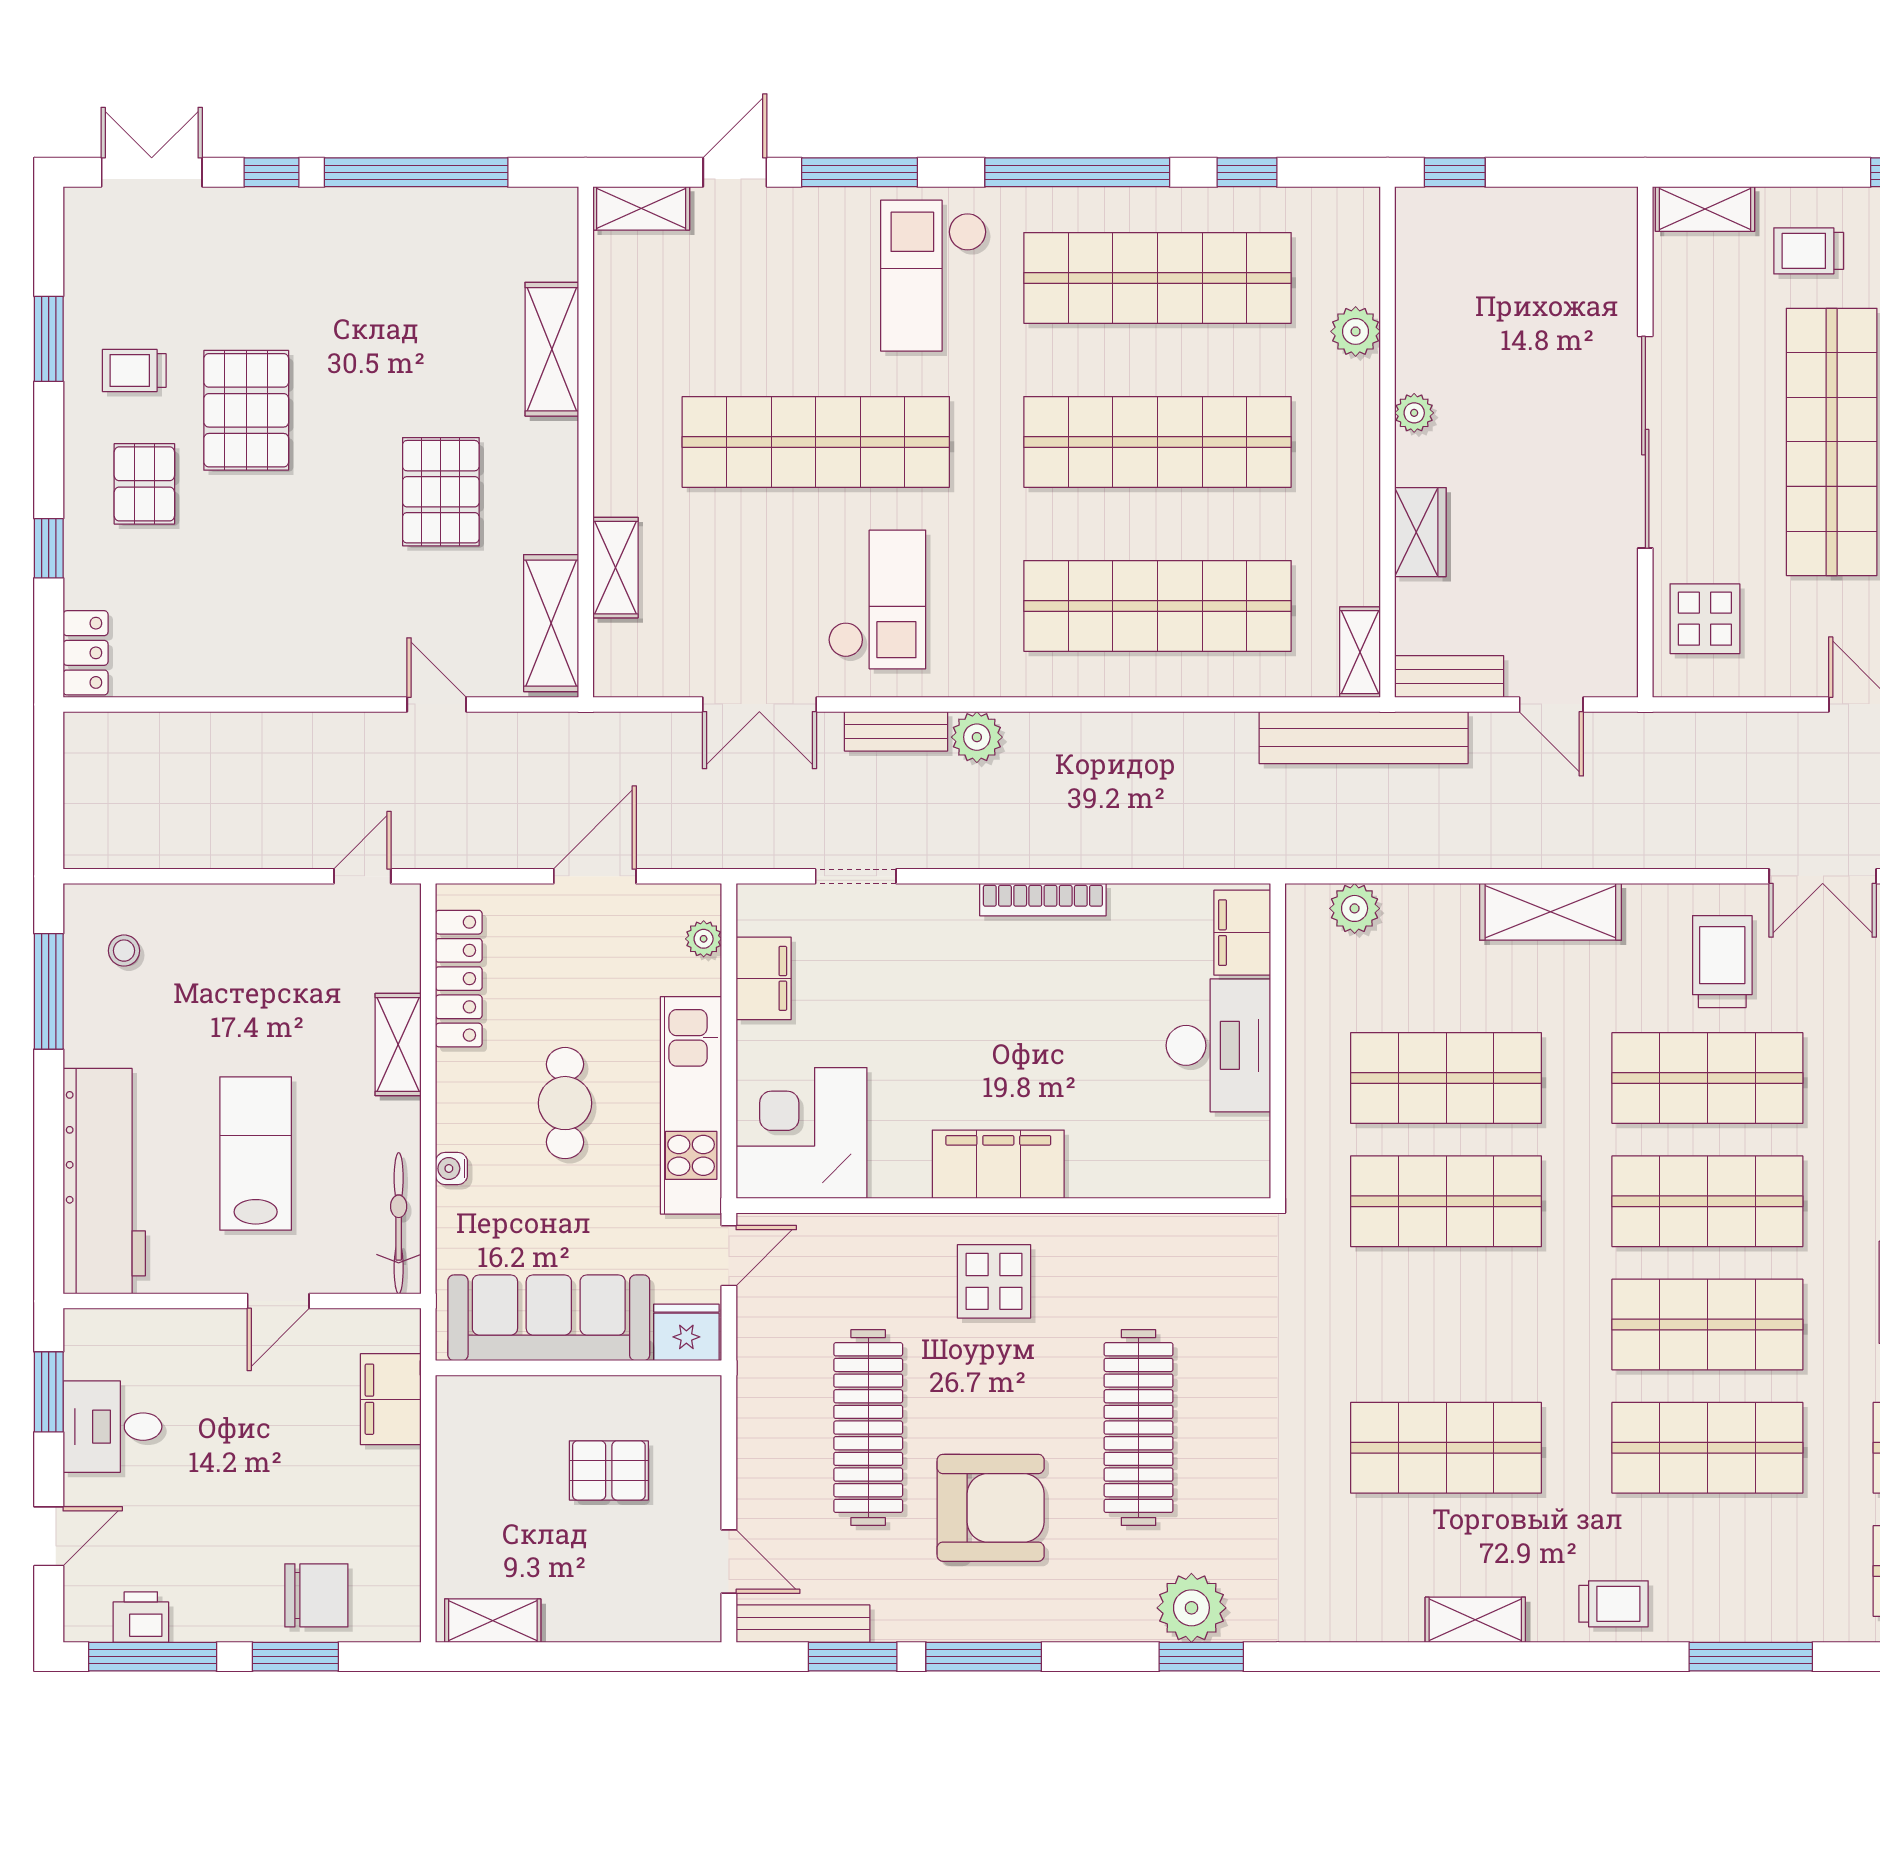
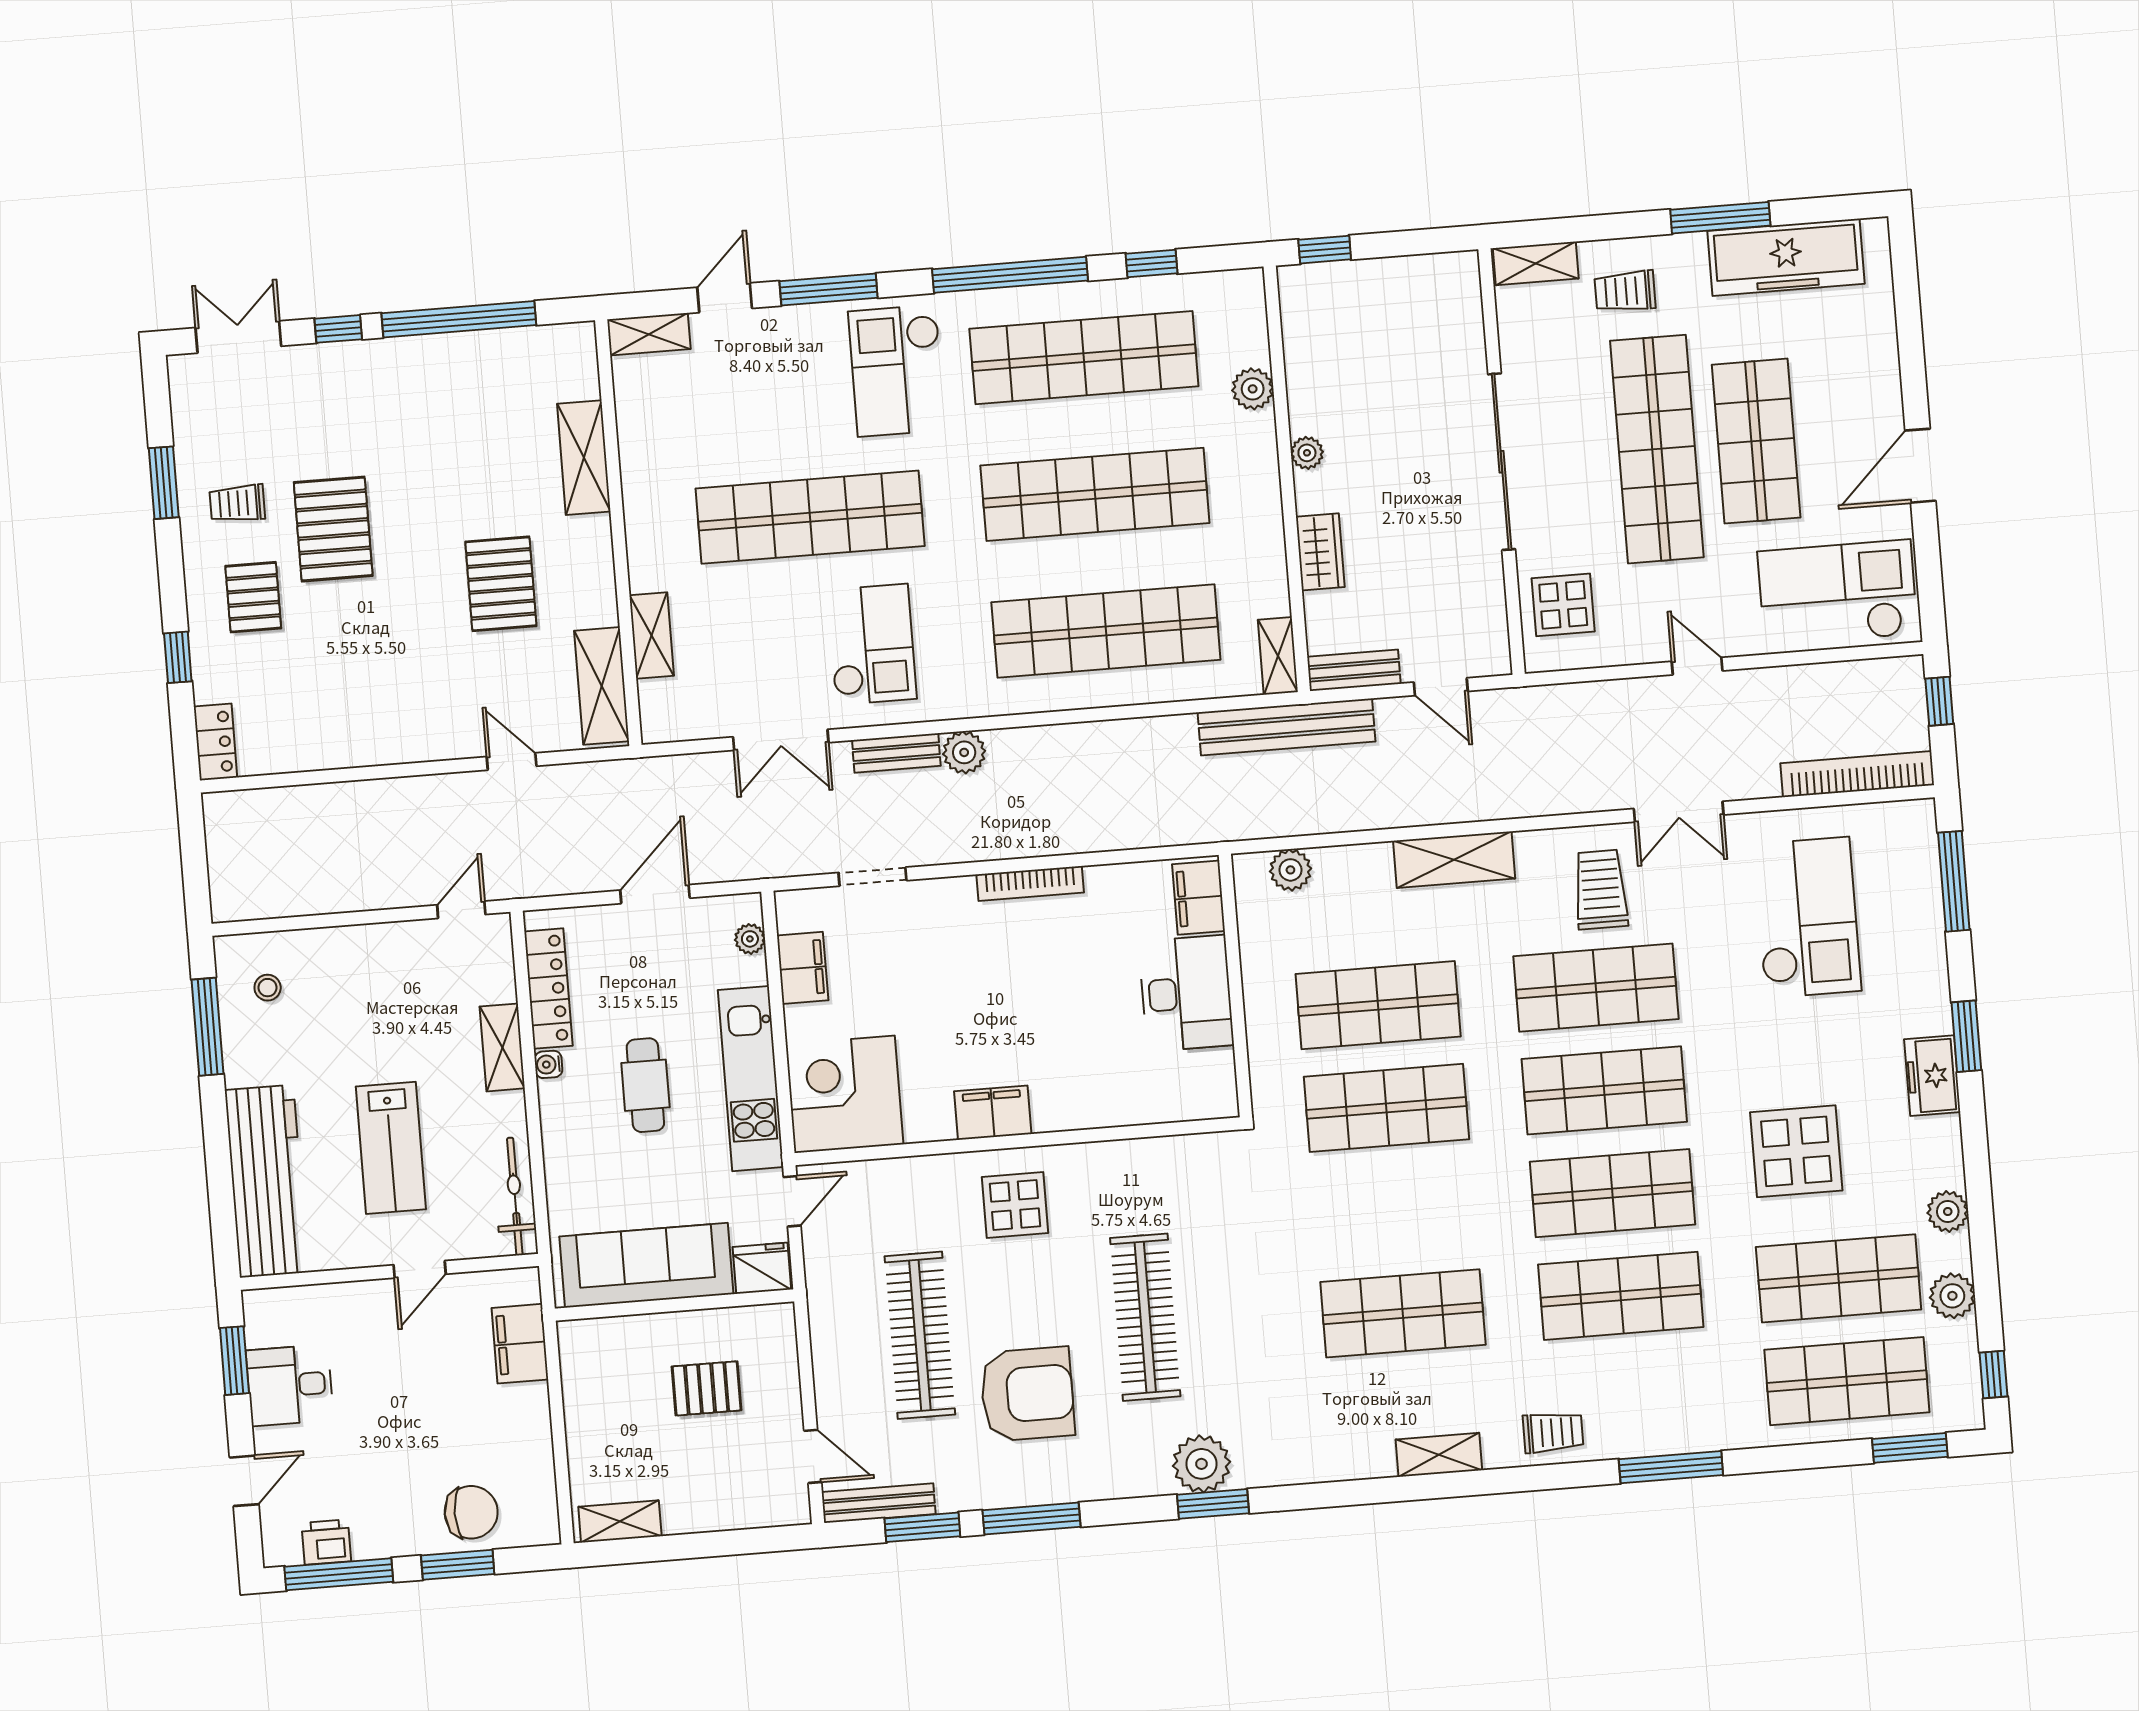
lab bench: (256, 1154) -> (391, 1148), turned 180
filing cabinet: (998, 1164) -> (993, 1113), width x0.67, depth x0.86
water cooler: (451, 1168) -> (548, 1064), moved

